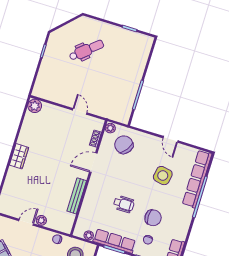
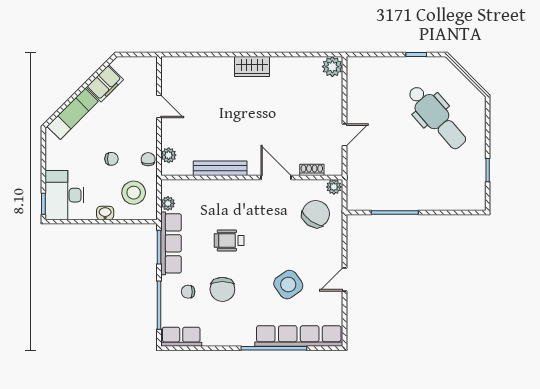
dental chair: (87, 50) -> (437, 117), width x1.36, depth x1.38
side table: (163, 176) -> (288, 285), turned 45
wheelchair: (124, 204) -> (229, 240), turned 90
plant: (41, 220) -> (169, 155), moved

